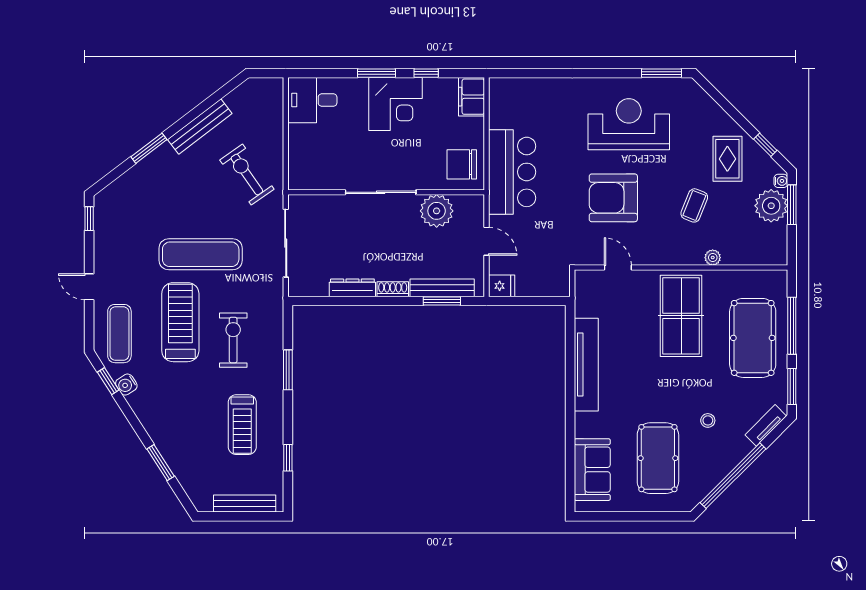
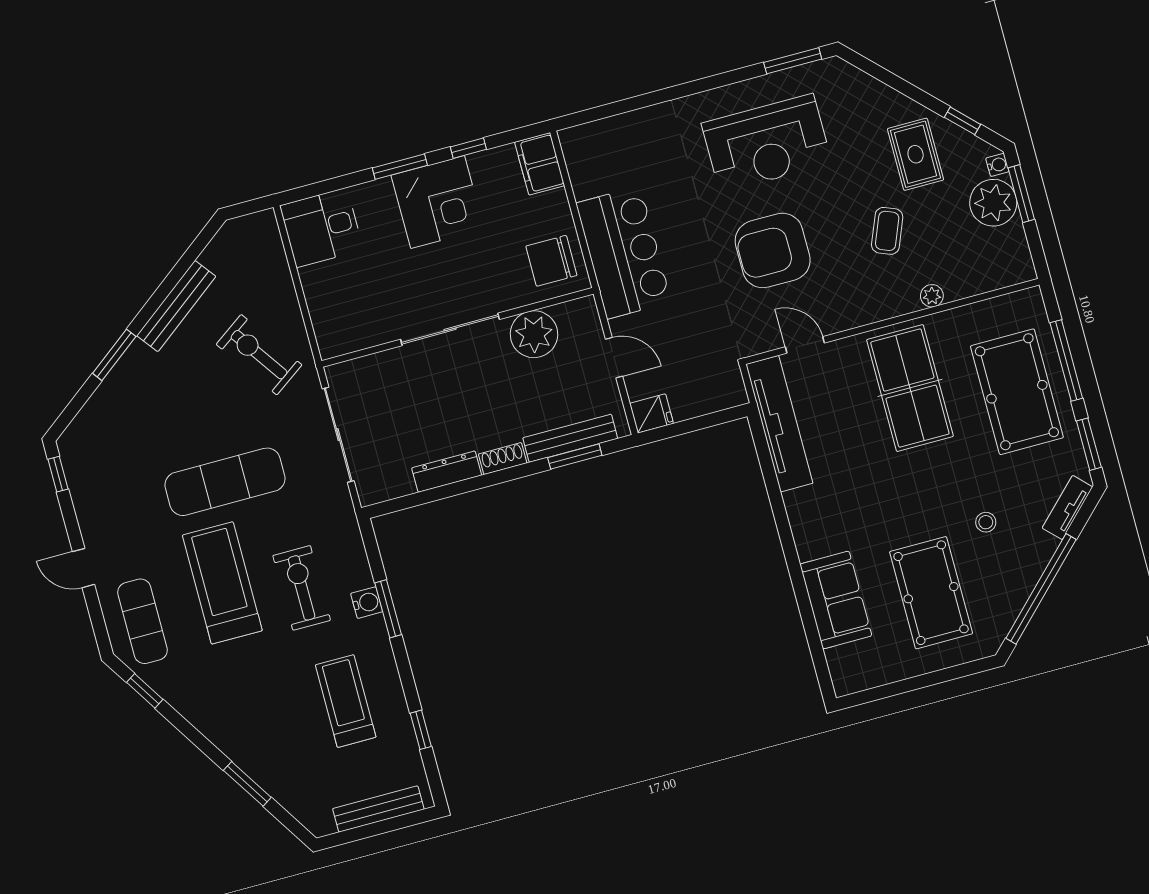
reception desk: (629, 124) -> (767, 143), turned 180
tv unit: (586, 365) -> (779, 424), moved
water cooler: (126, 385) -> (367, 603), moved, turned -147
treadmill: (242, 425) -> (346, 701), turned 180
sofa: (592, 470) -> (836, 600), moved

